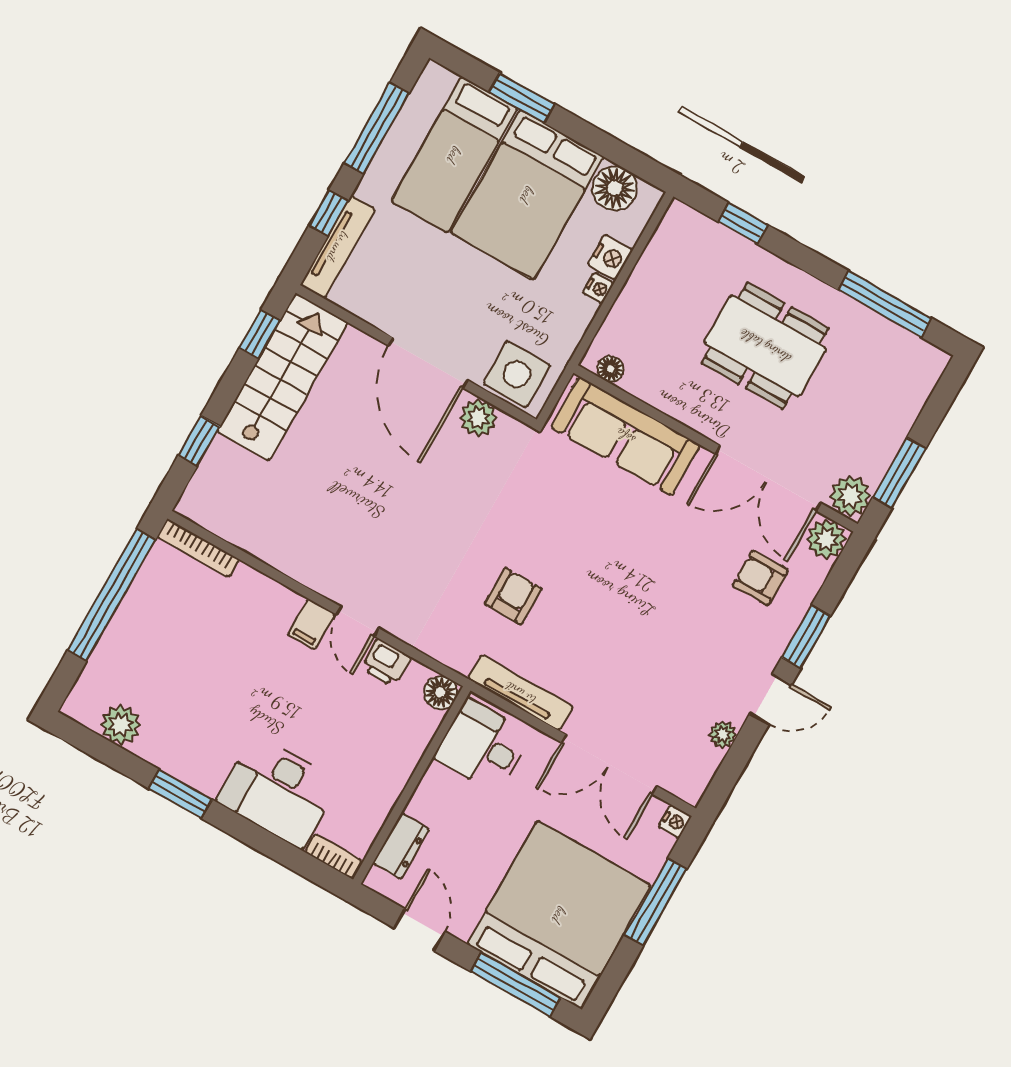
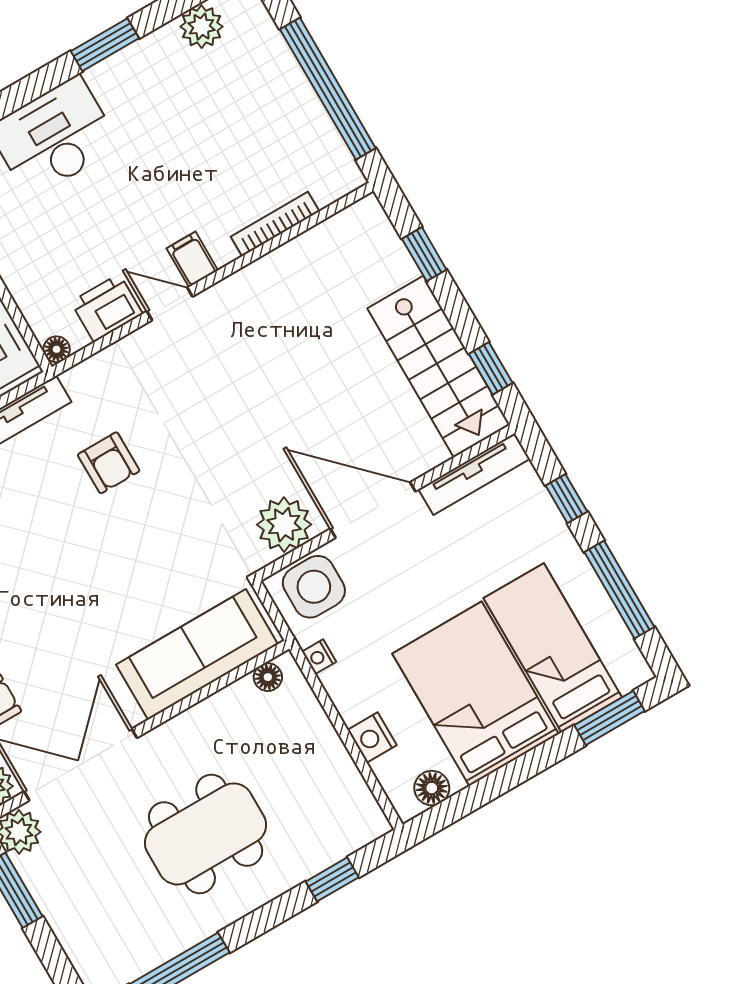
window: (522, 98) -> (609, 718), moved
floor lamp: (615, 188) -> (432, 788), width x0.73, depth x0.73
tv unit: (338, 247) -> (474, 474), moved, turned -90
nightstand: (598, 288) -> (319, 657), moved
plant: (478, 418) -> (284, 525), width x1.36, depth x1.36
bookcase: (198, 548) -> (275, 224), moved
printer: (386, 663) -> (107, 308), width x1.36, depth x1.24
floor lamp: (440, 692) -> (57, 349), width x0.73, depth x0.73

